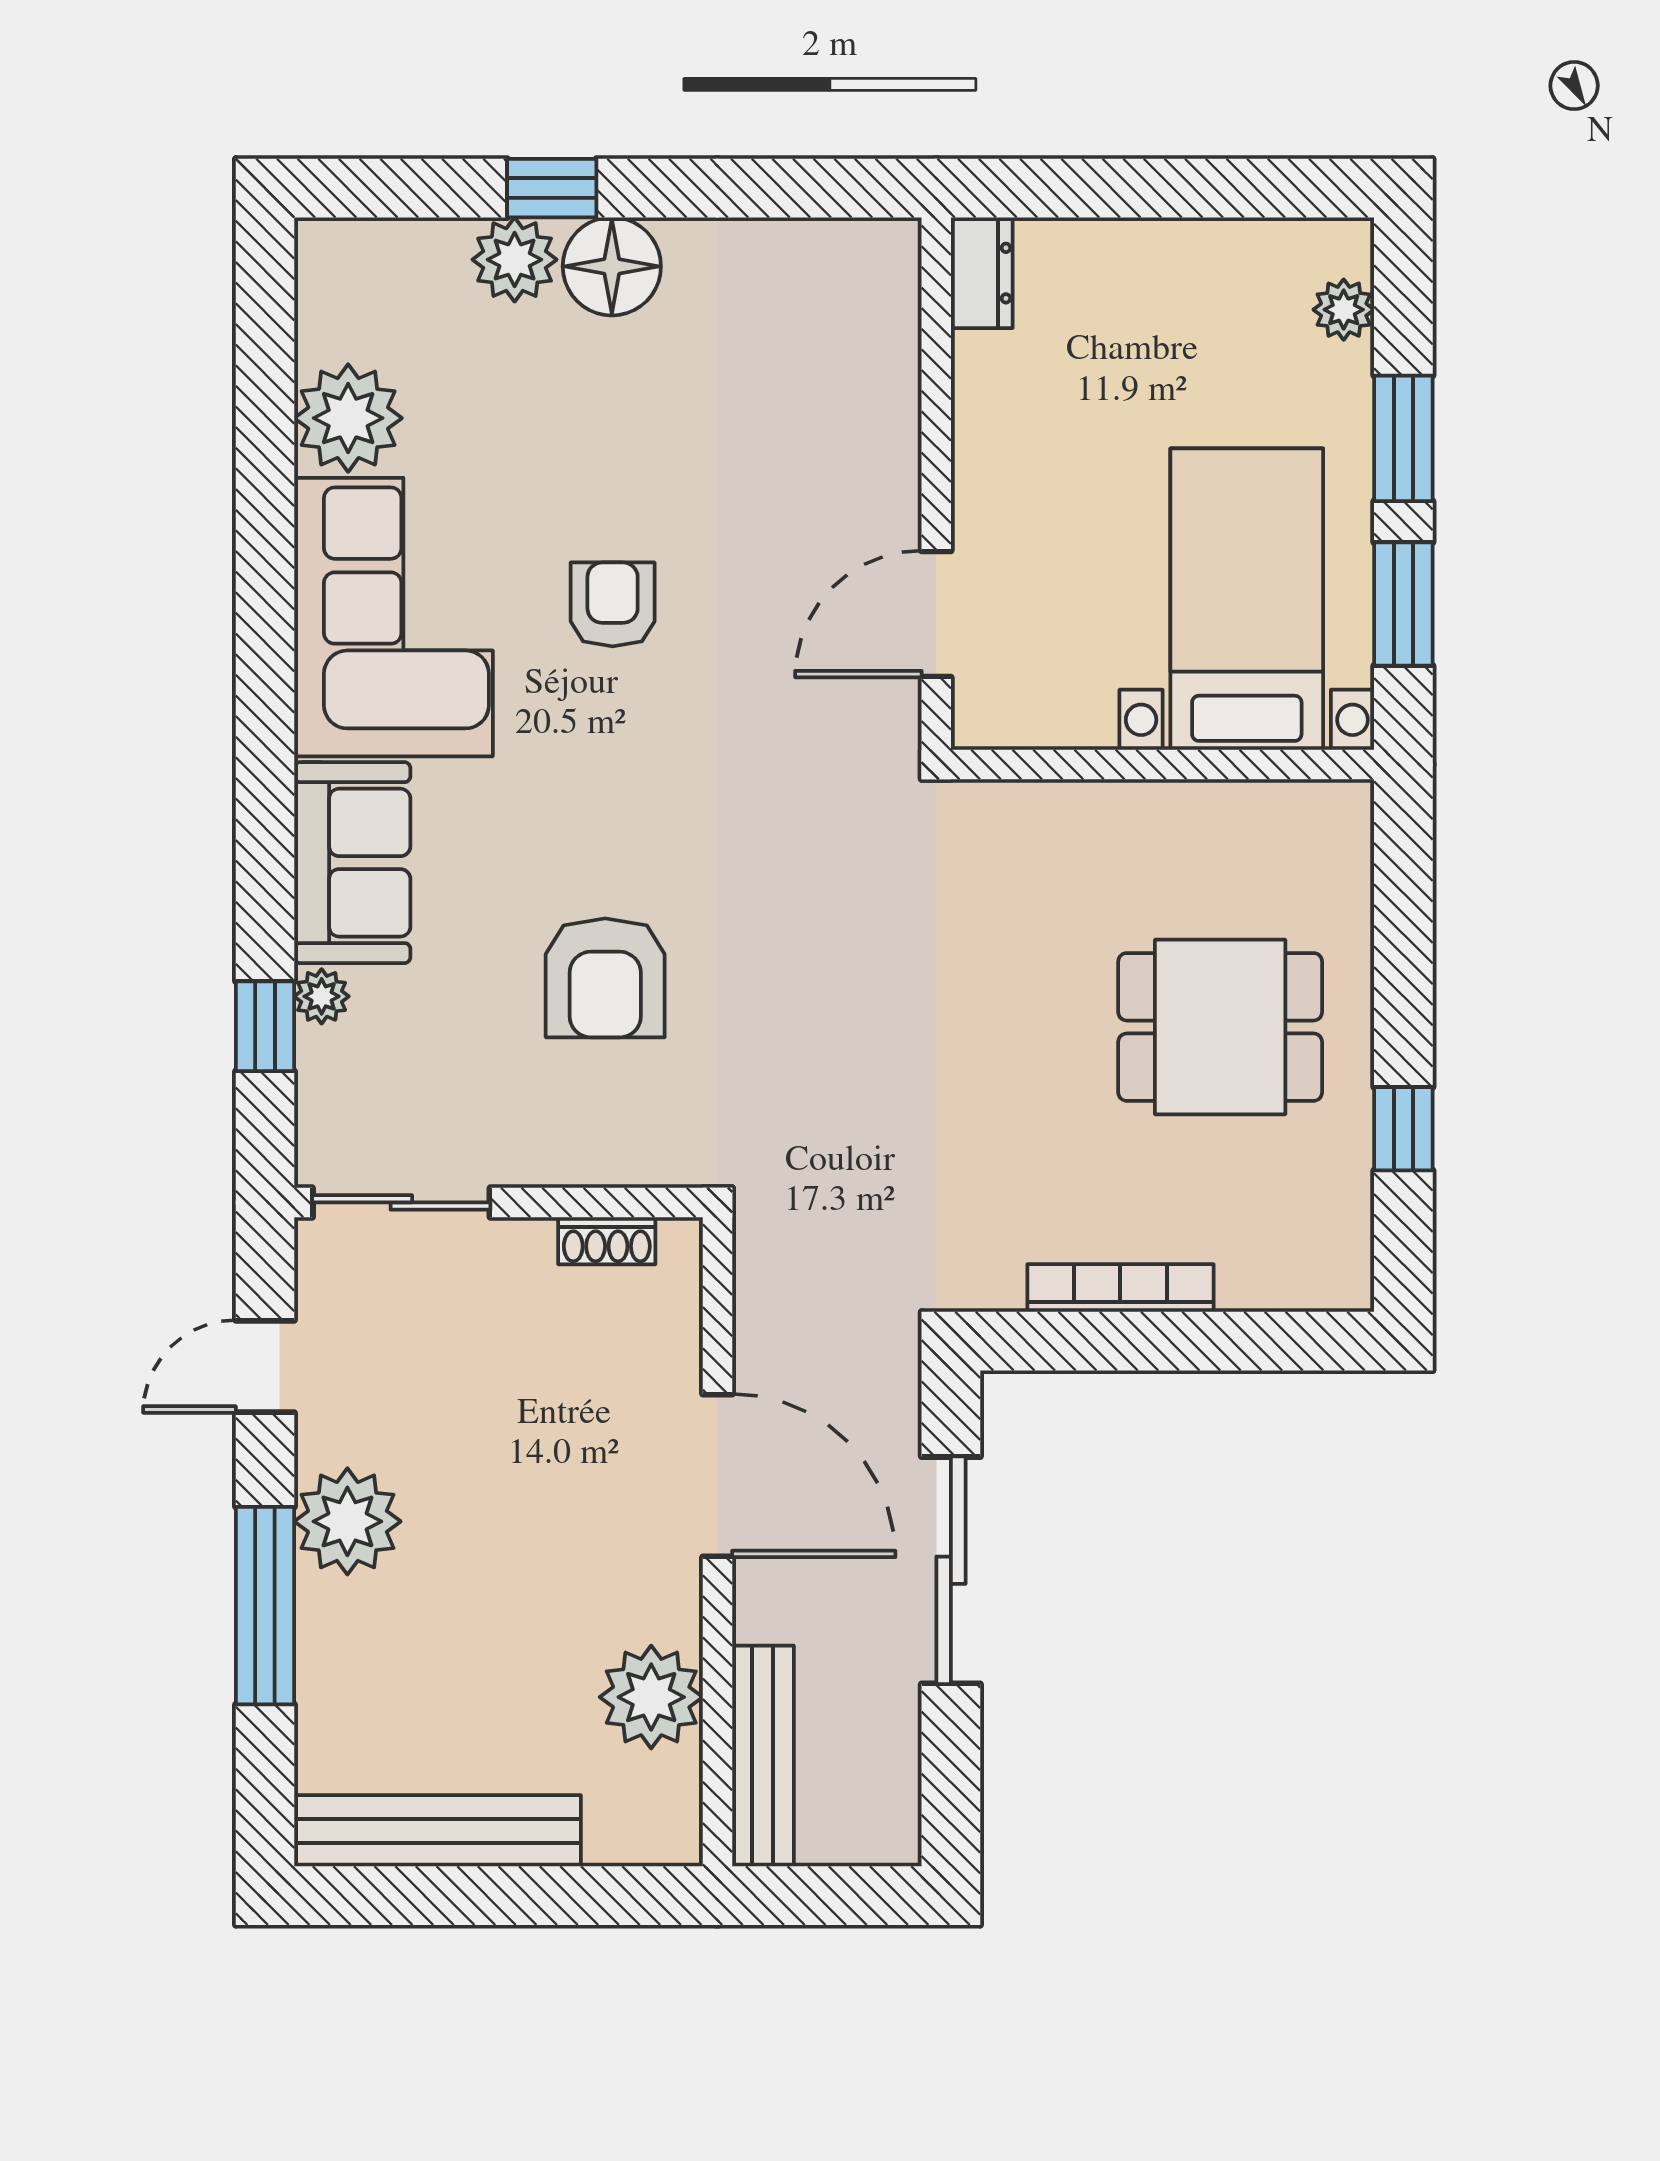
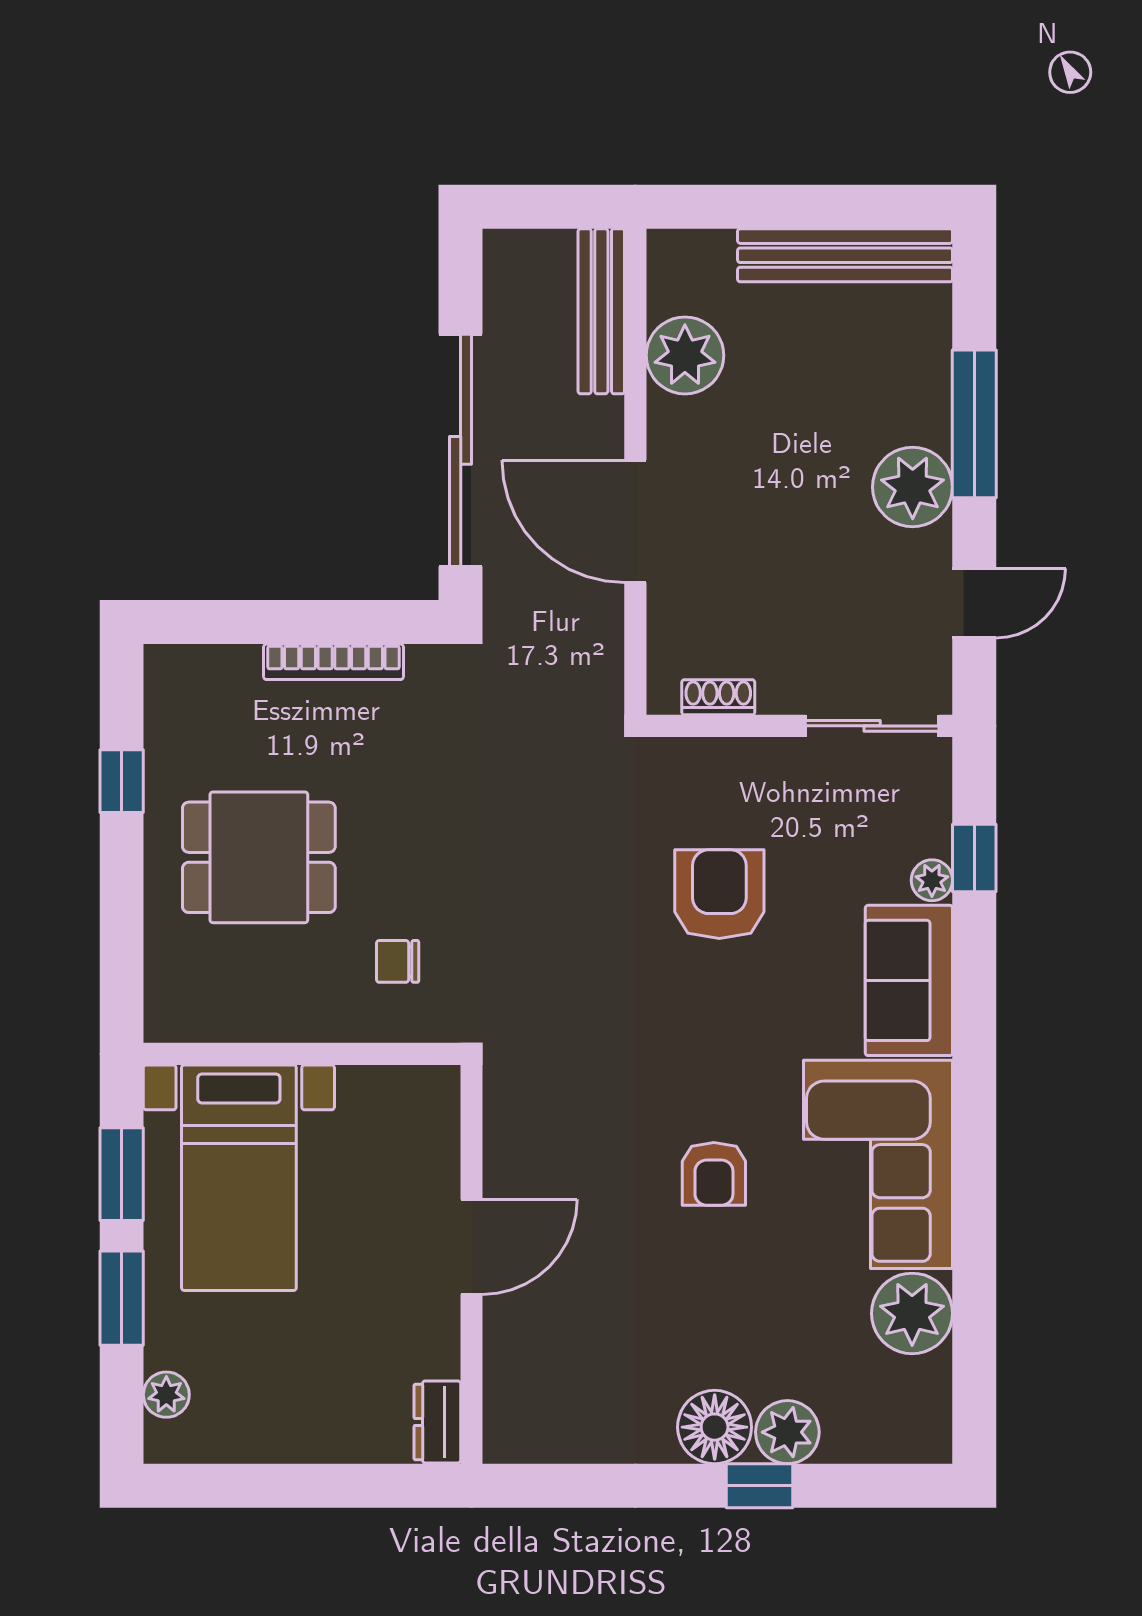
door: (936, 614) -> (471, 1247), moved
chair: (1035, 888) -> (398, 961), added
sliding door: (951, 1570) -> (461, 450), width x1.36

